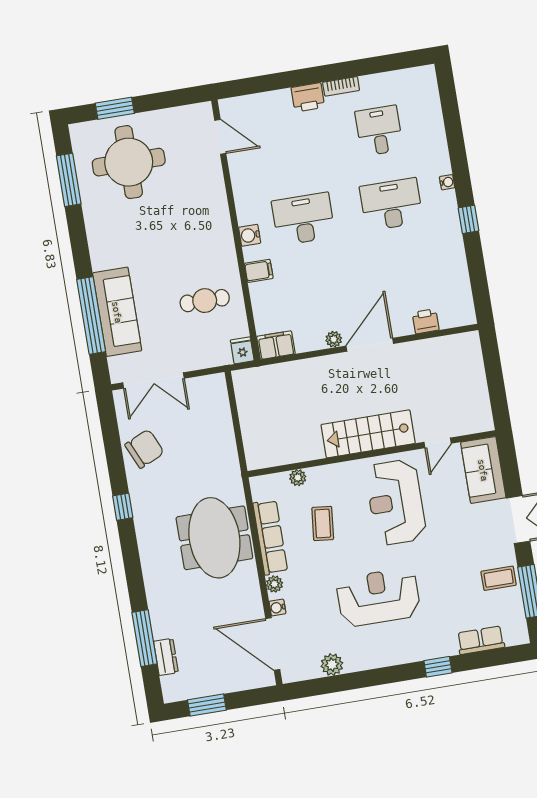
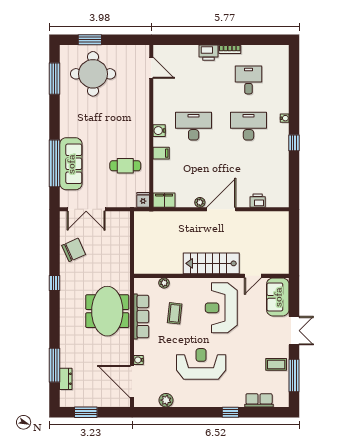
plant: (274, 584) -> (139, 345), removed

